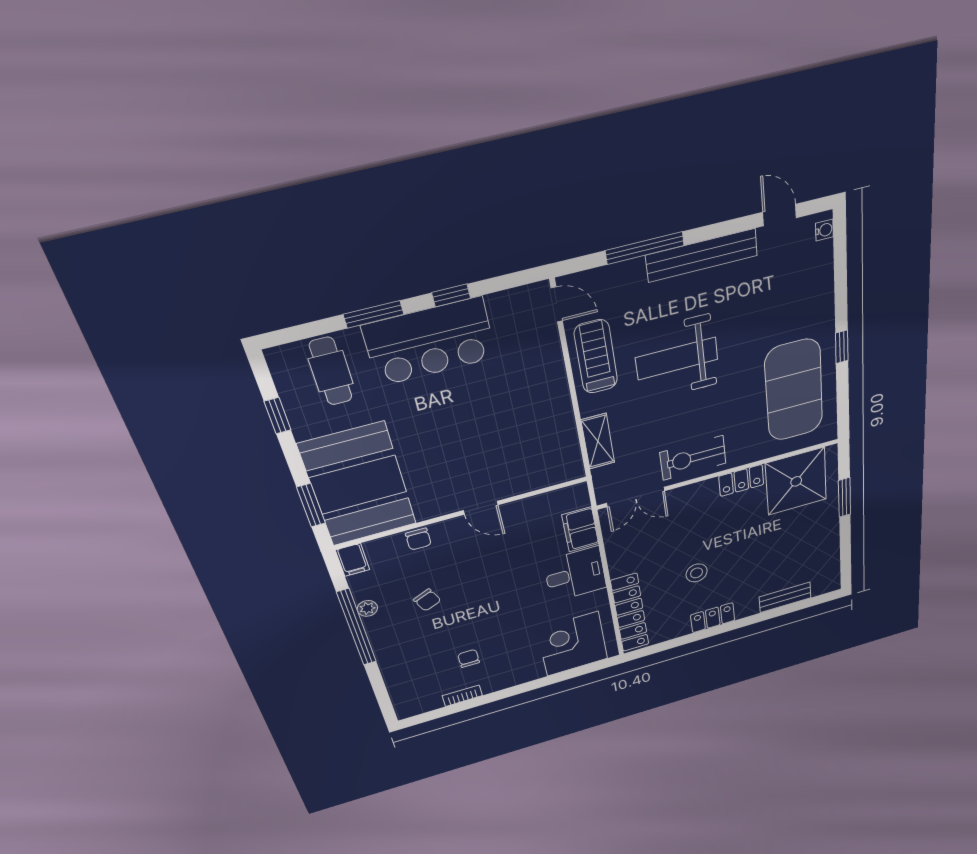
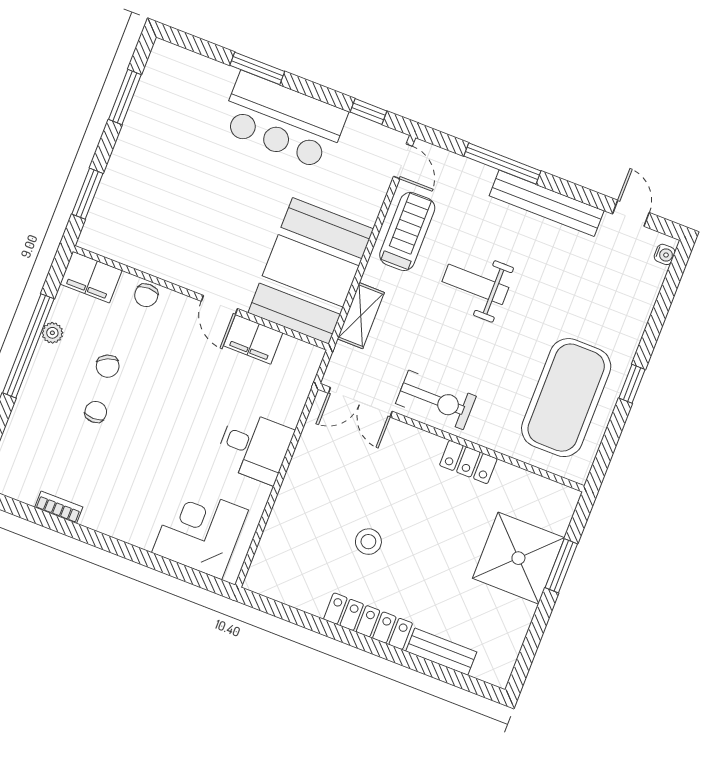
window: (451, 295) -> (369, 112), moved
weight bench: (677, 359) -> (475, 284), width x0.73, depth x0.75
cafe table: (331, 371) -> (192, 90), removed
window: (278, 416) -> (125, 97), width x1.50
exercise bike: (693, 458) -> (436, 400), turned 180
shower: (796, 481) -> (518, 558), moved
booth: (358, 485) -> (311, 271), moved
filing cabinet: (580, 529) -> (253, 339), moved, turned -90
filing cabinet: (353, 560) -> (91, 277), width x2.00
locker: (630, 613) -> (277, 538), removed
locker: (713, 618) -> (368, 621), width x1.53
chair: (469, 658) -> (96, 412), moved

